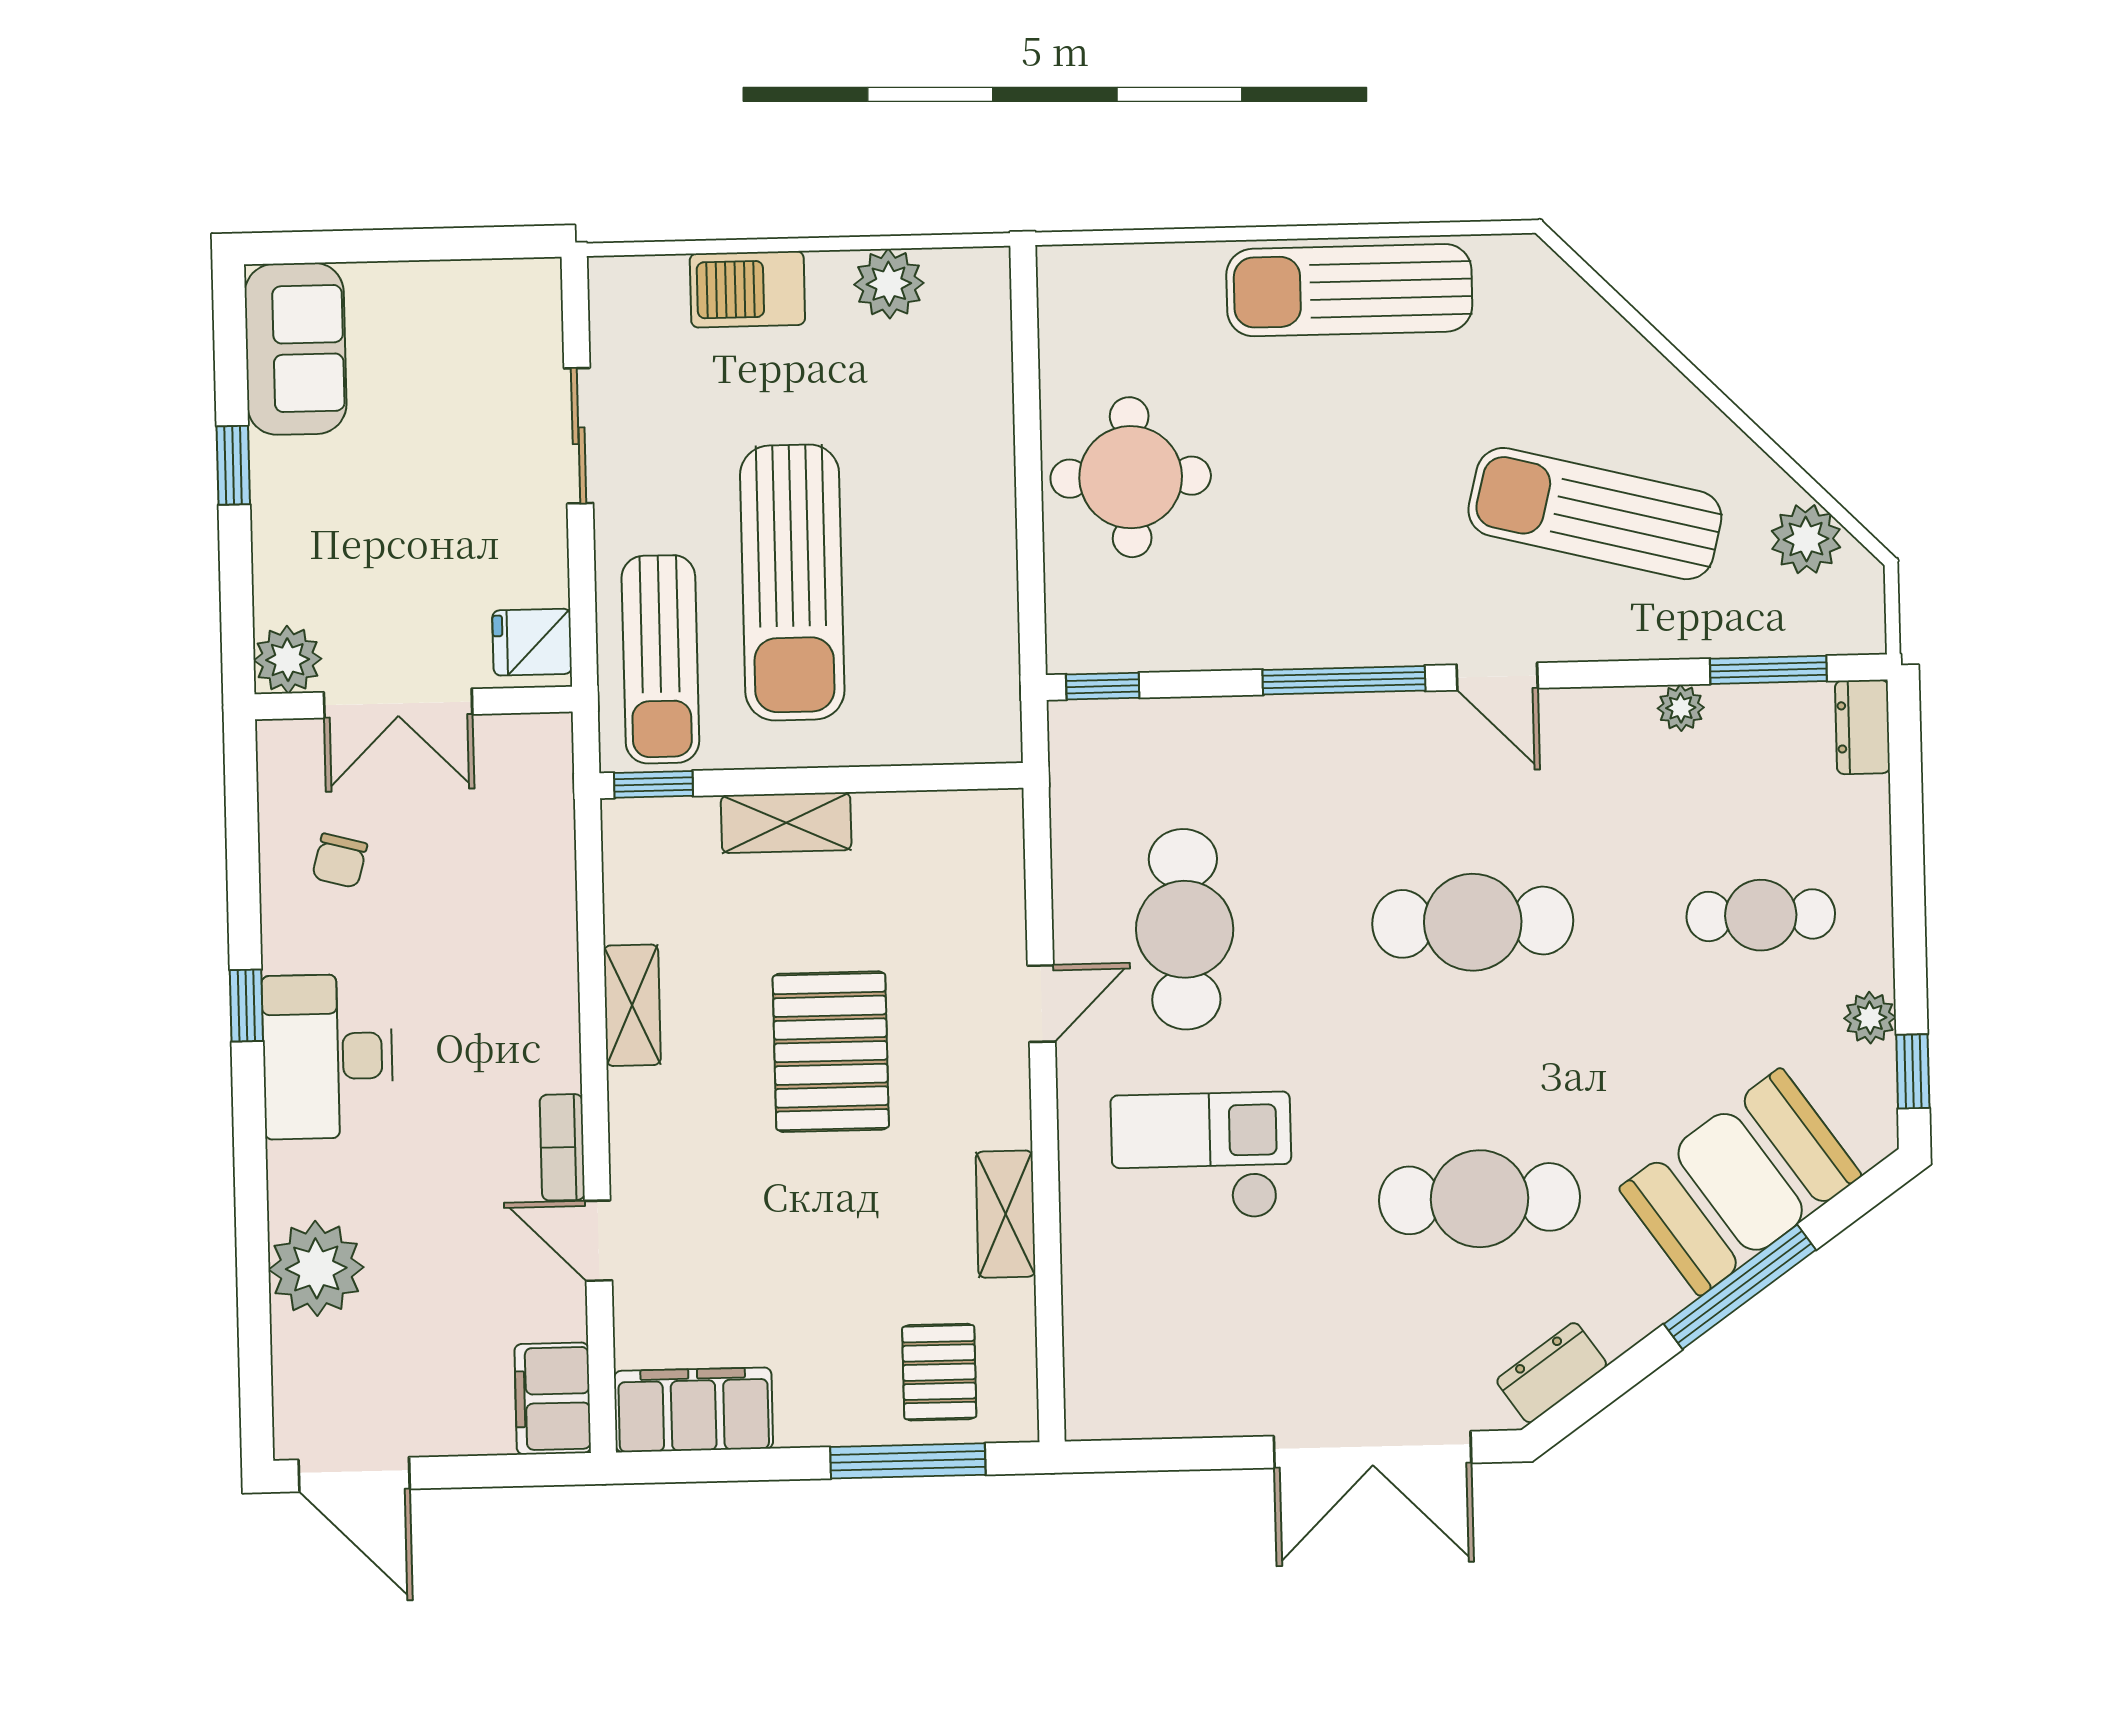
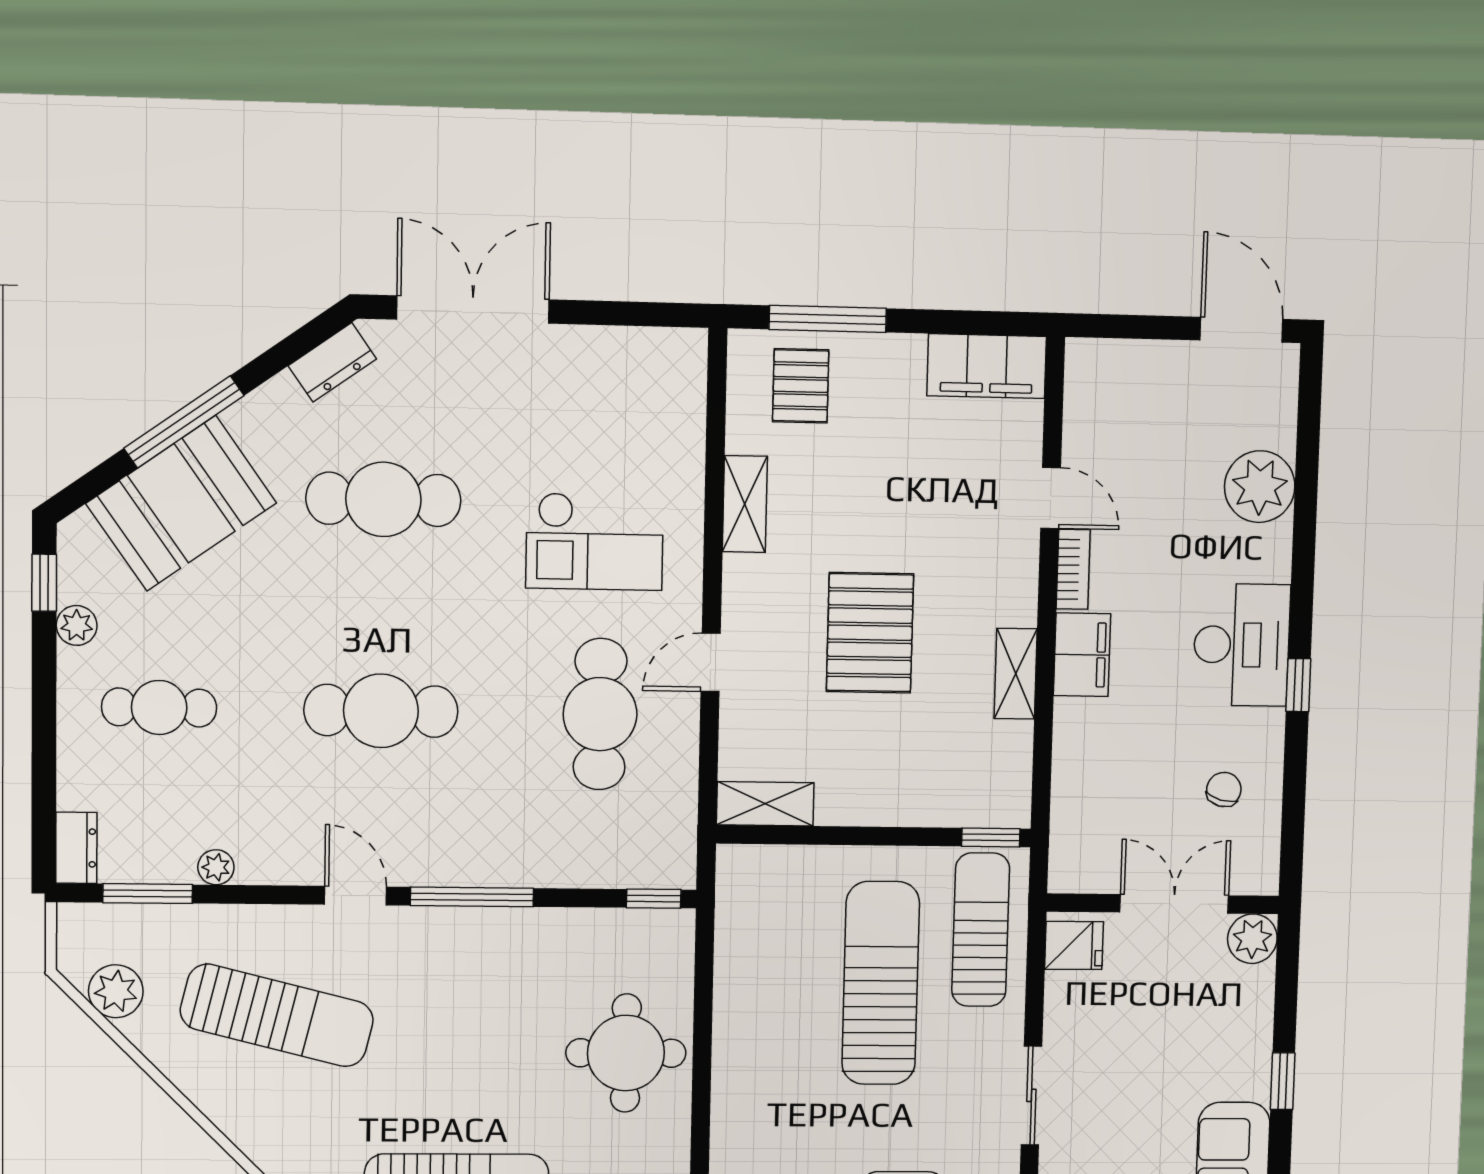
shelving: (786, 823) -> (765, 804), moved
filing cabinet: (553, 1399) -> (1082, 655), moved

